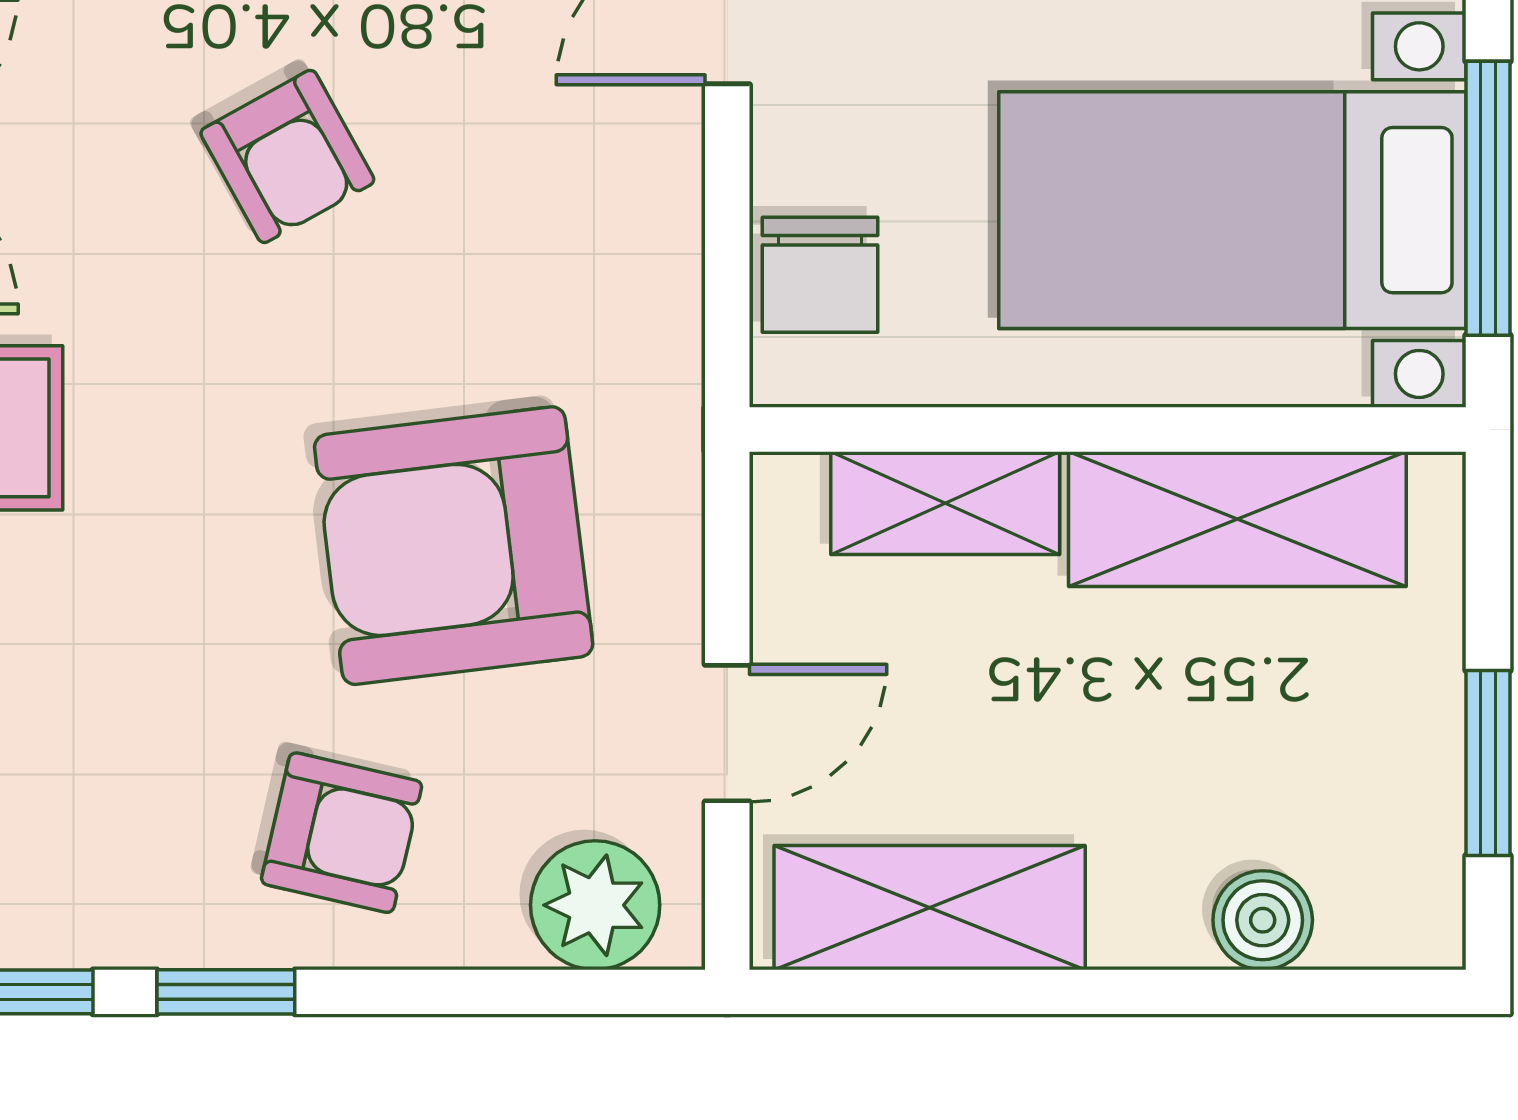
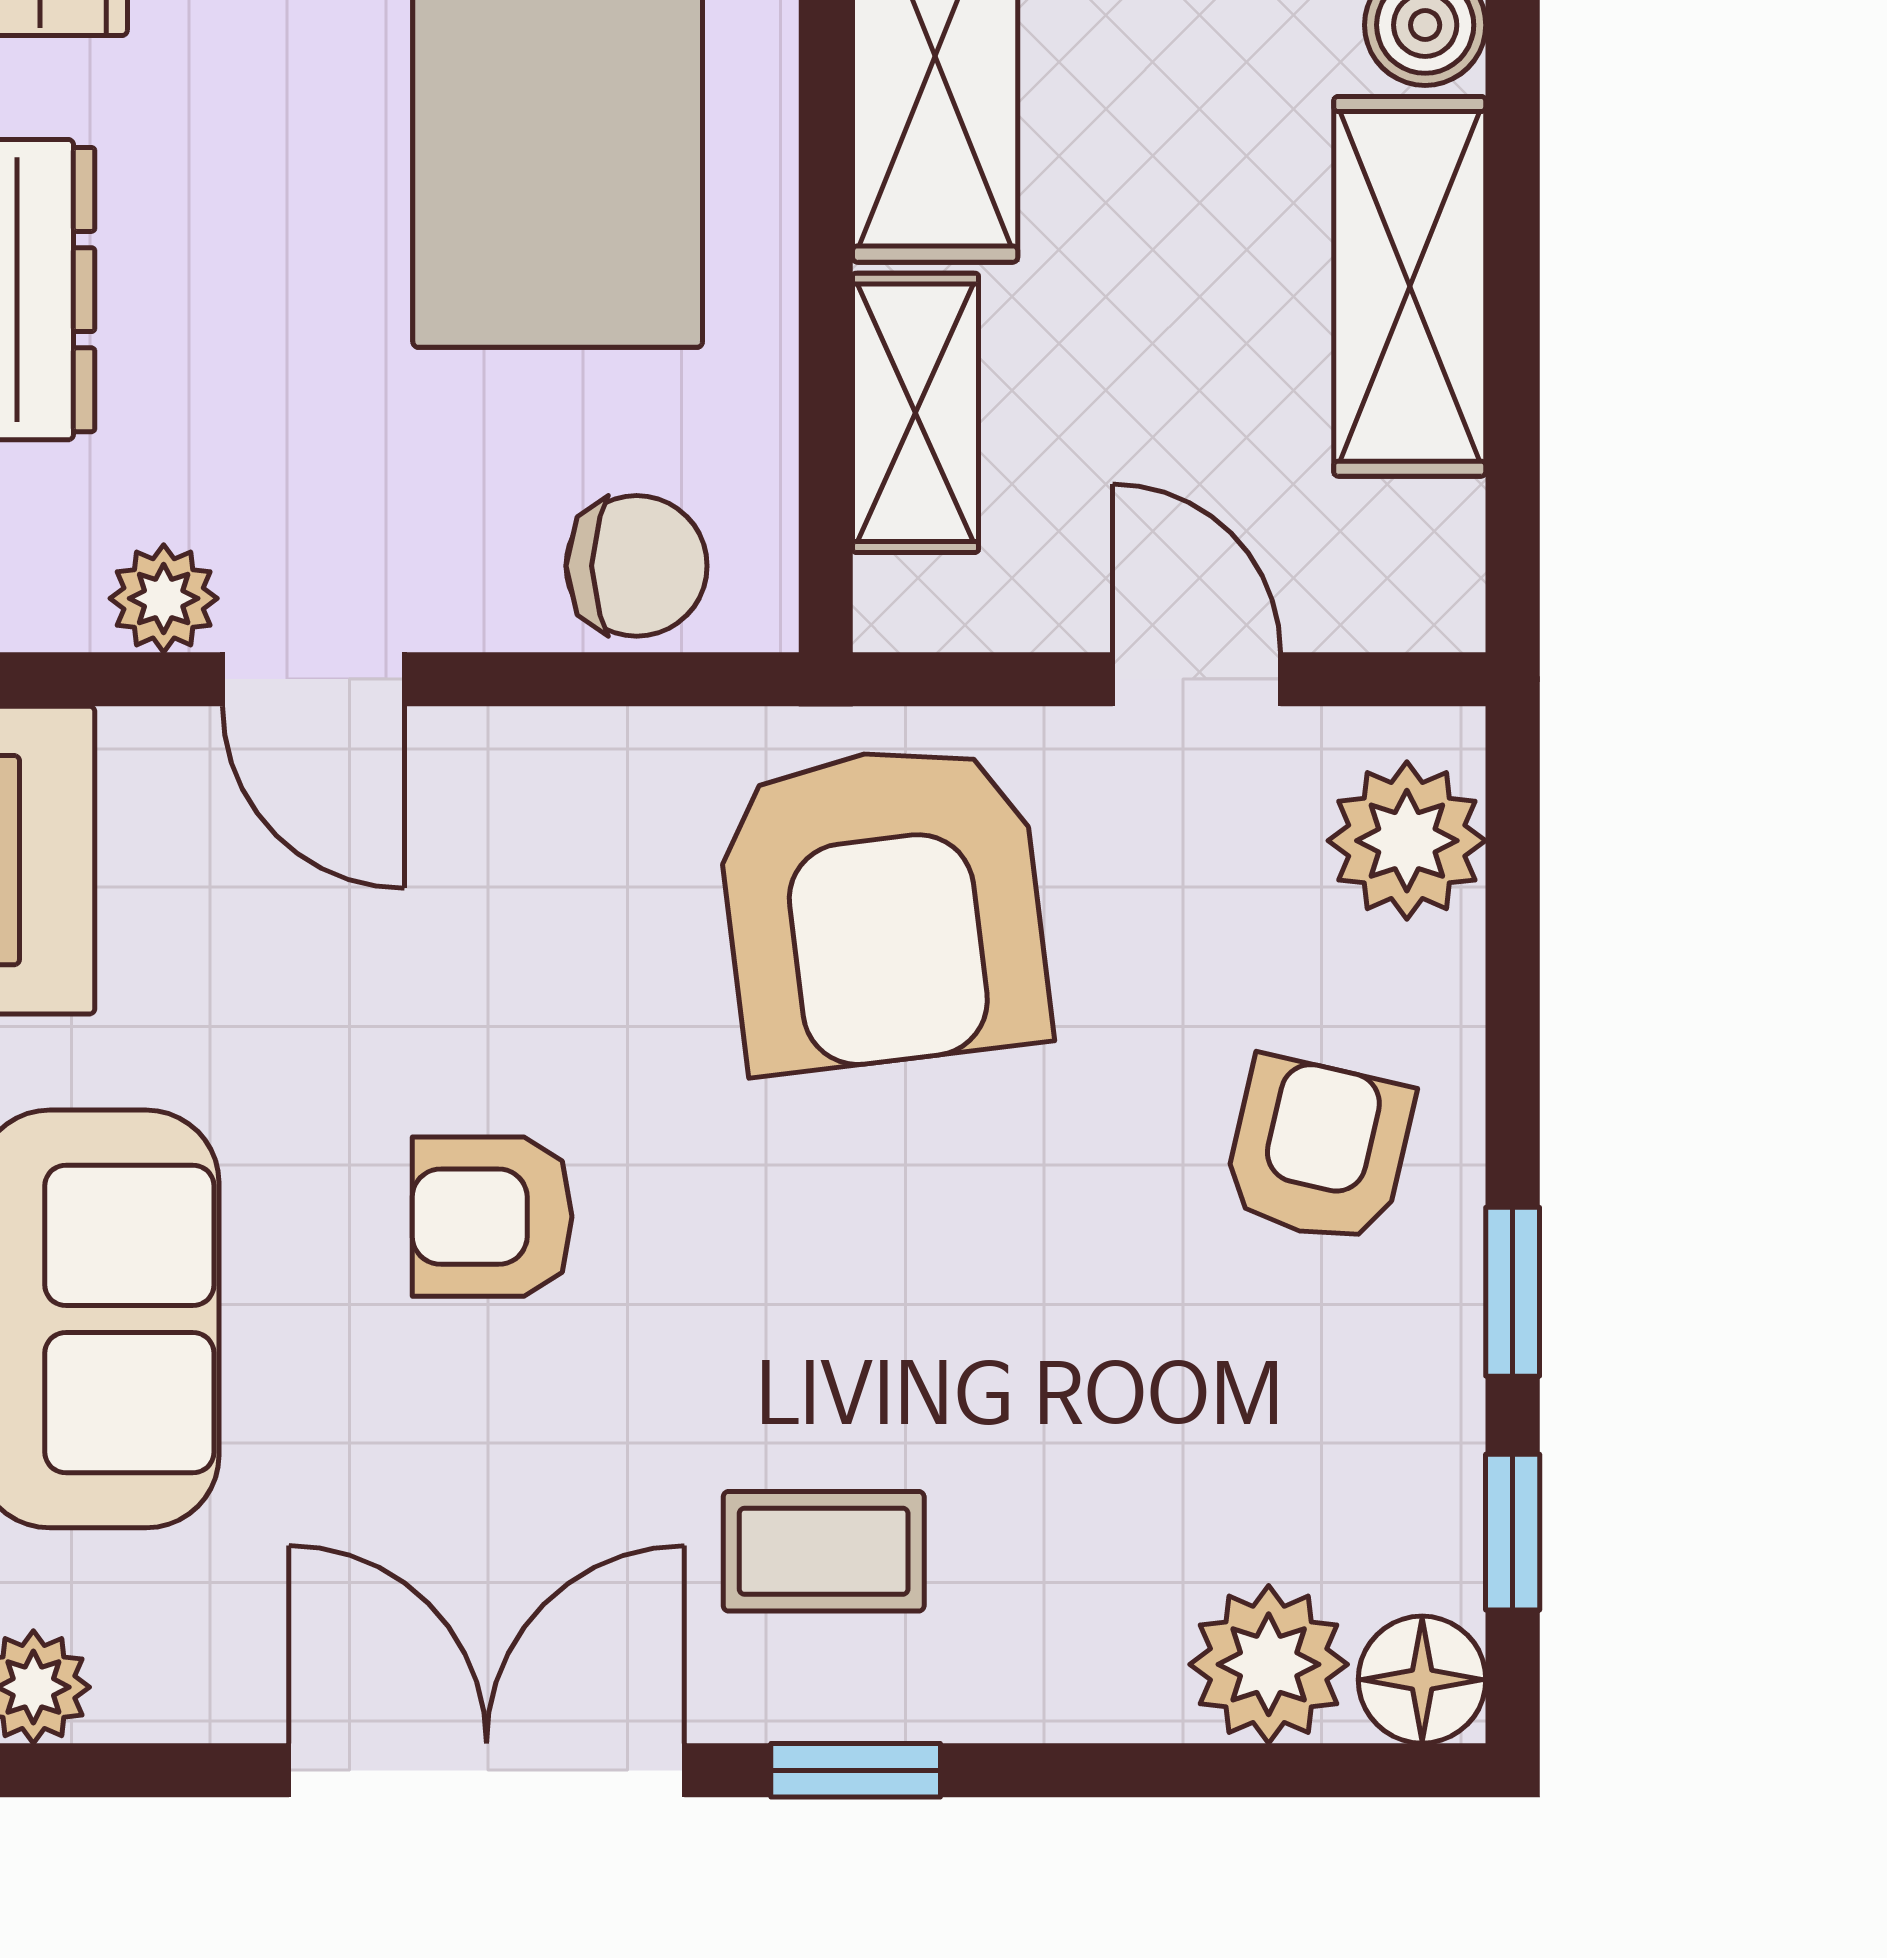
armchair: (287, 156) -> (492, 1217), turned -151
armchair: (454, 546) -> (883, 907), moved
shelving: (930, 908) -> (1410, 286), moved

